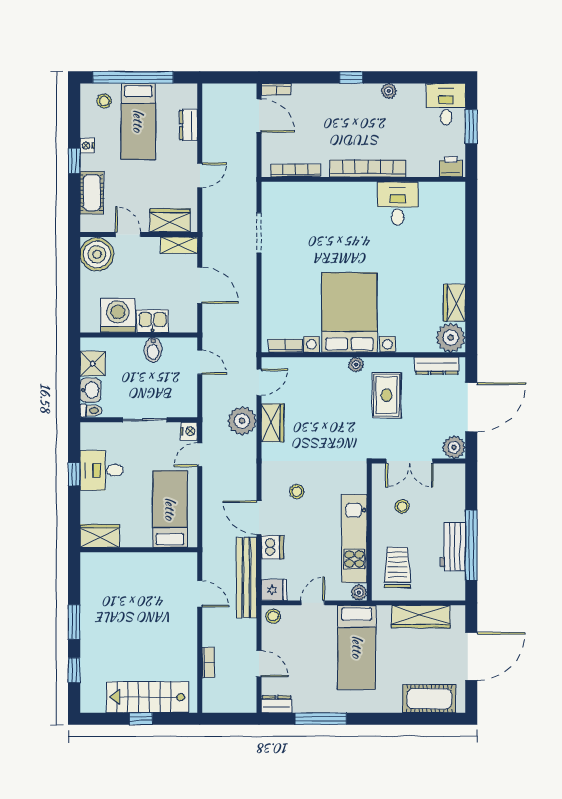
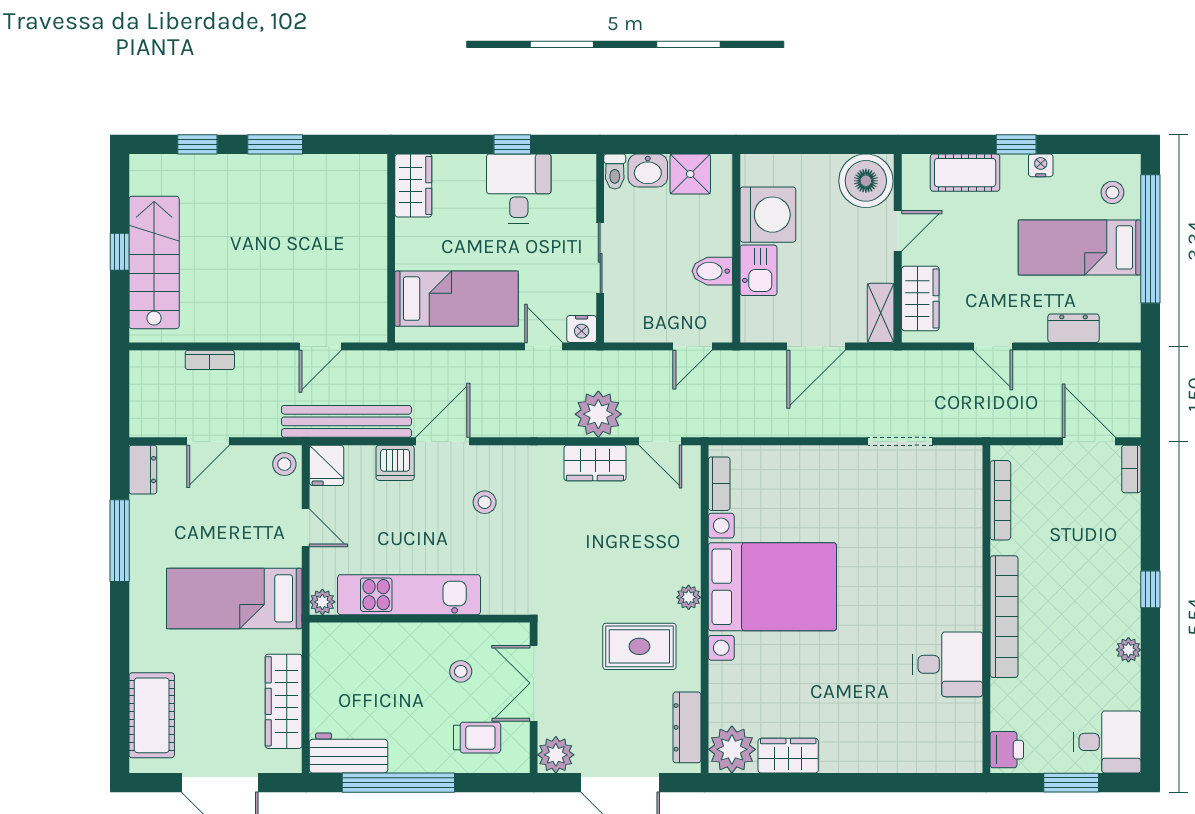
door: (259, 116) -> (1089, 441), swing flipped
workbench: (453, 547) -> (348, 753), moved
trolley: (397, 568) -> (477, 738), moved, width x0.73, depth x0.72

